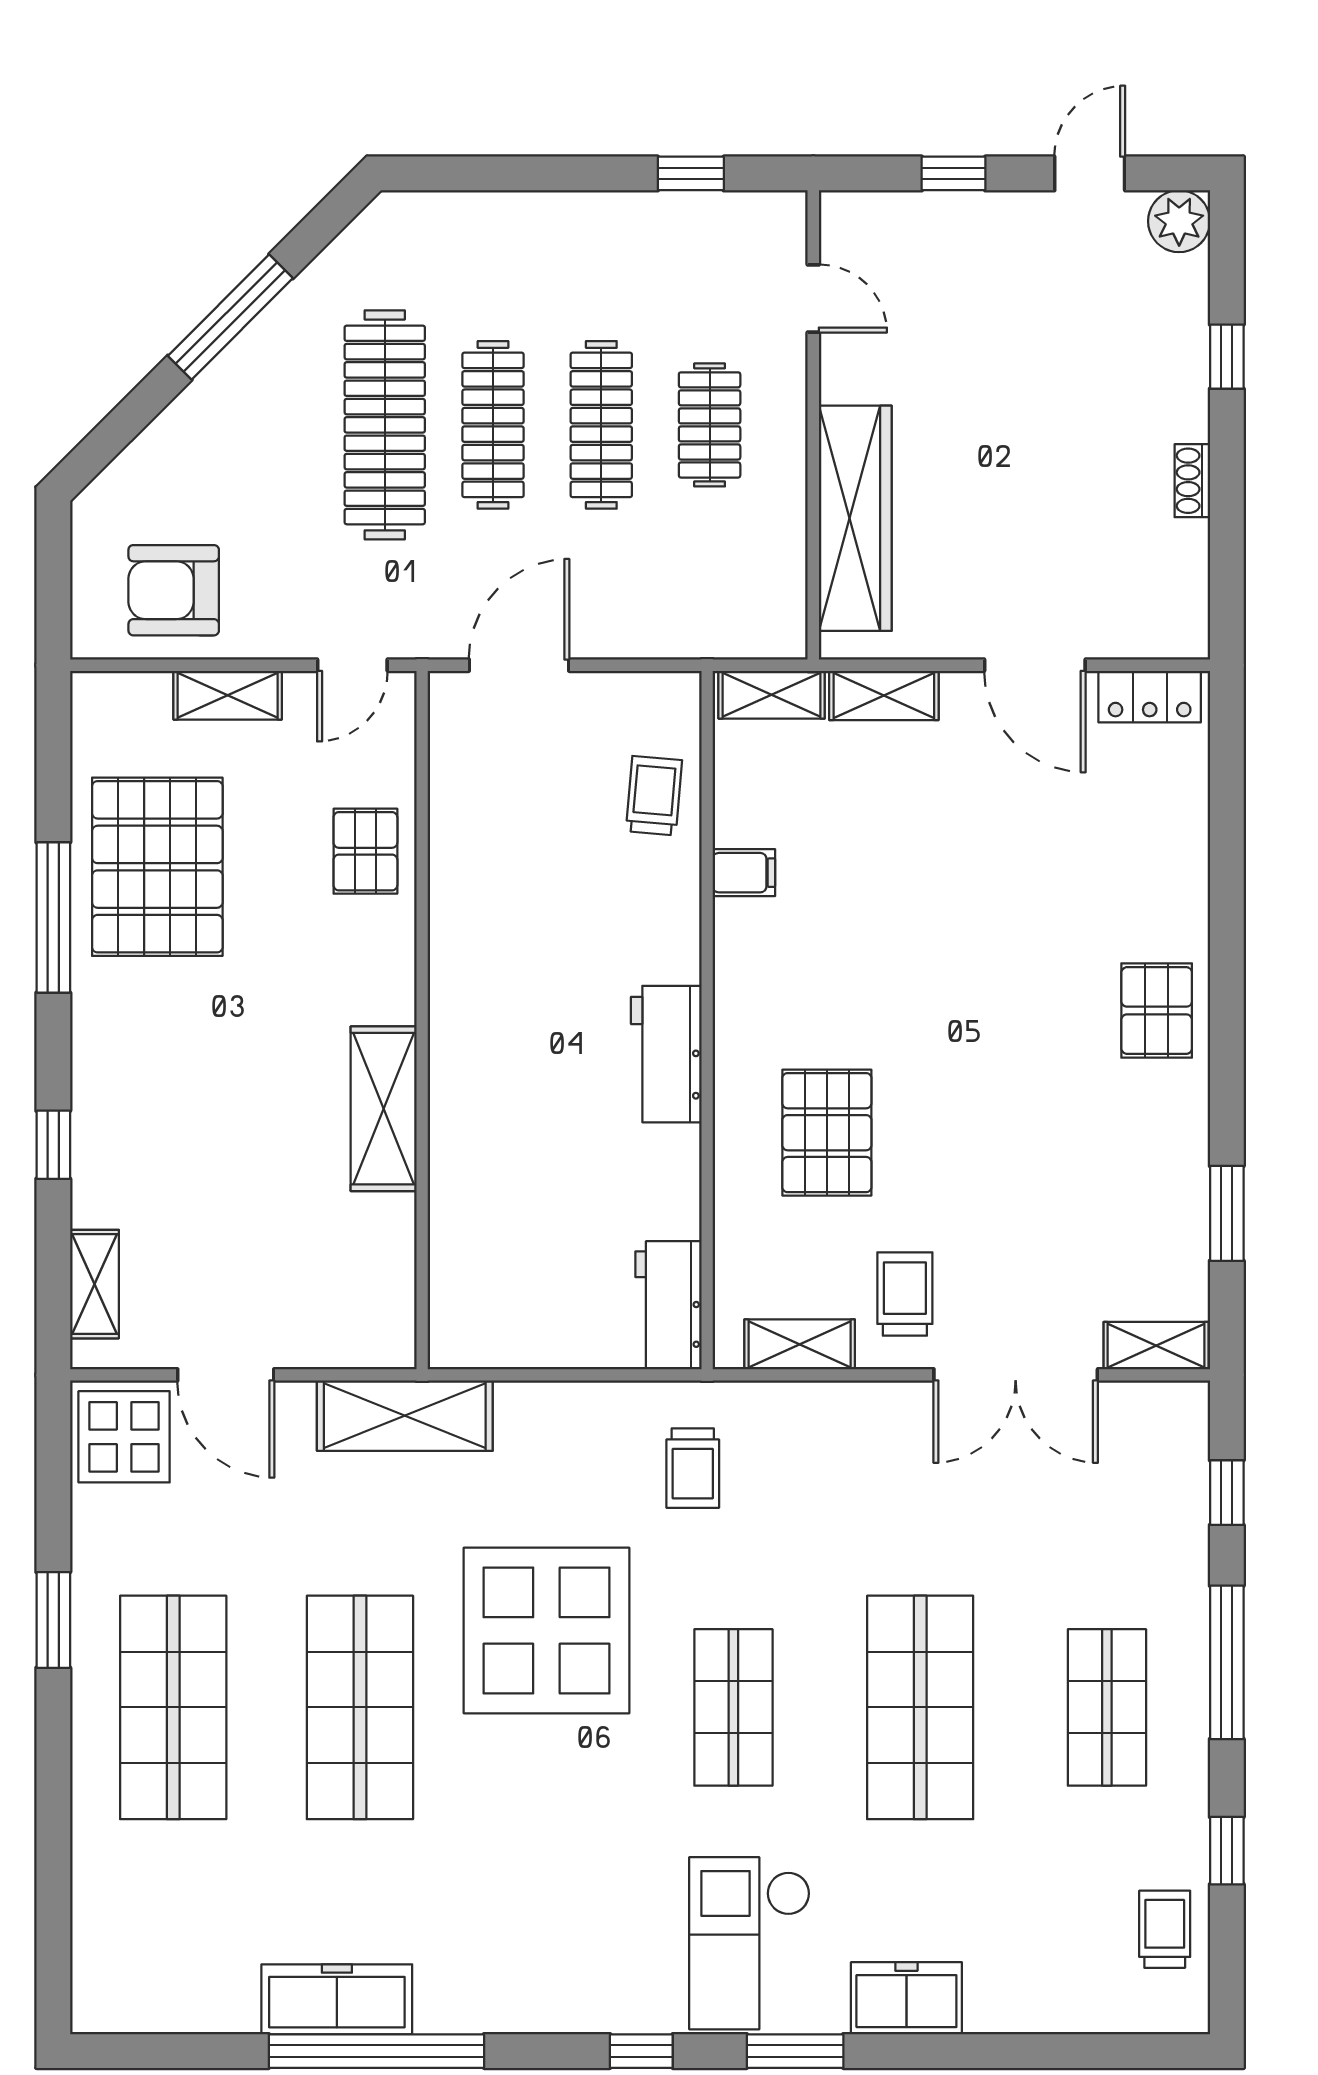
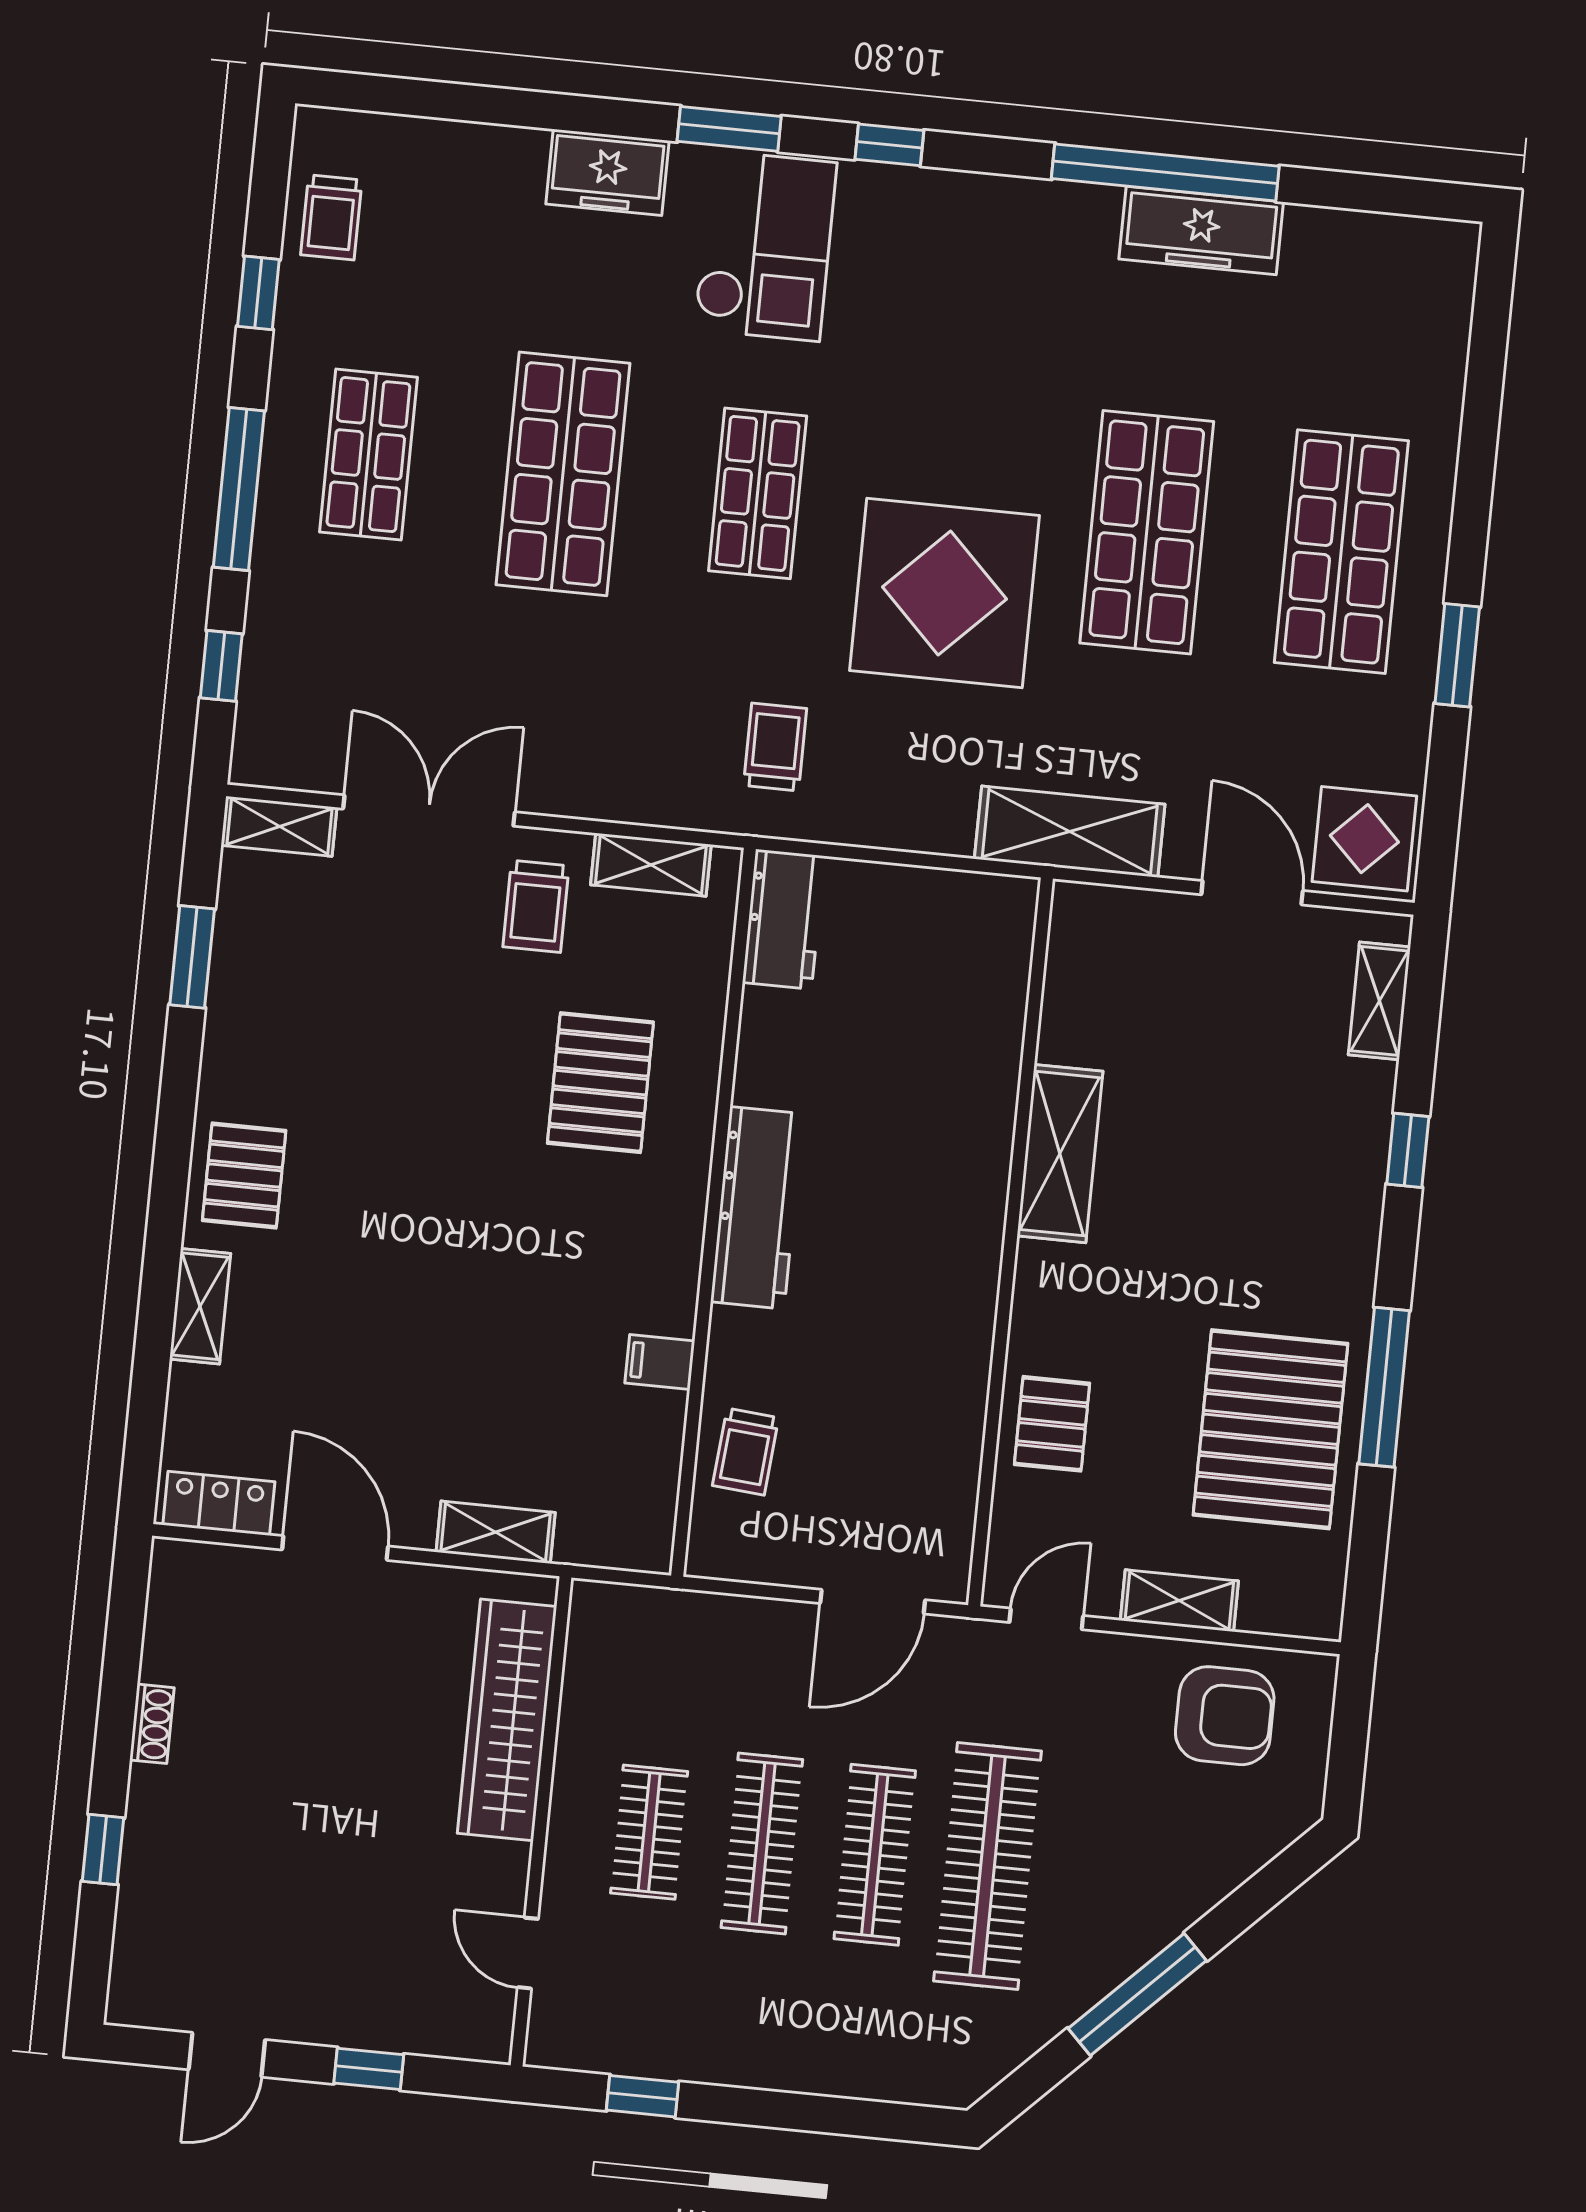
plant: (1179, 221) -> (139, 1996), removed
shelving: (772, 695) -> (200, 1306), moved, turned 90
workbench: (666, 1054) -> (757, 1208), width x1.38

